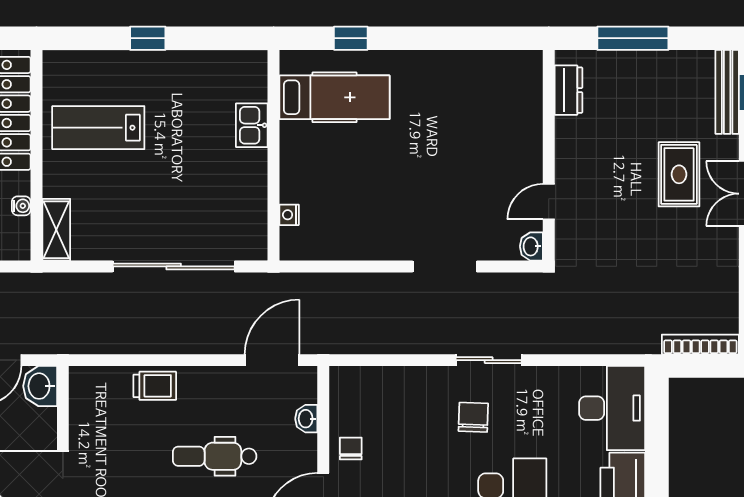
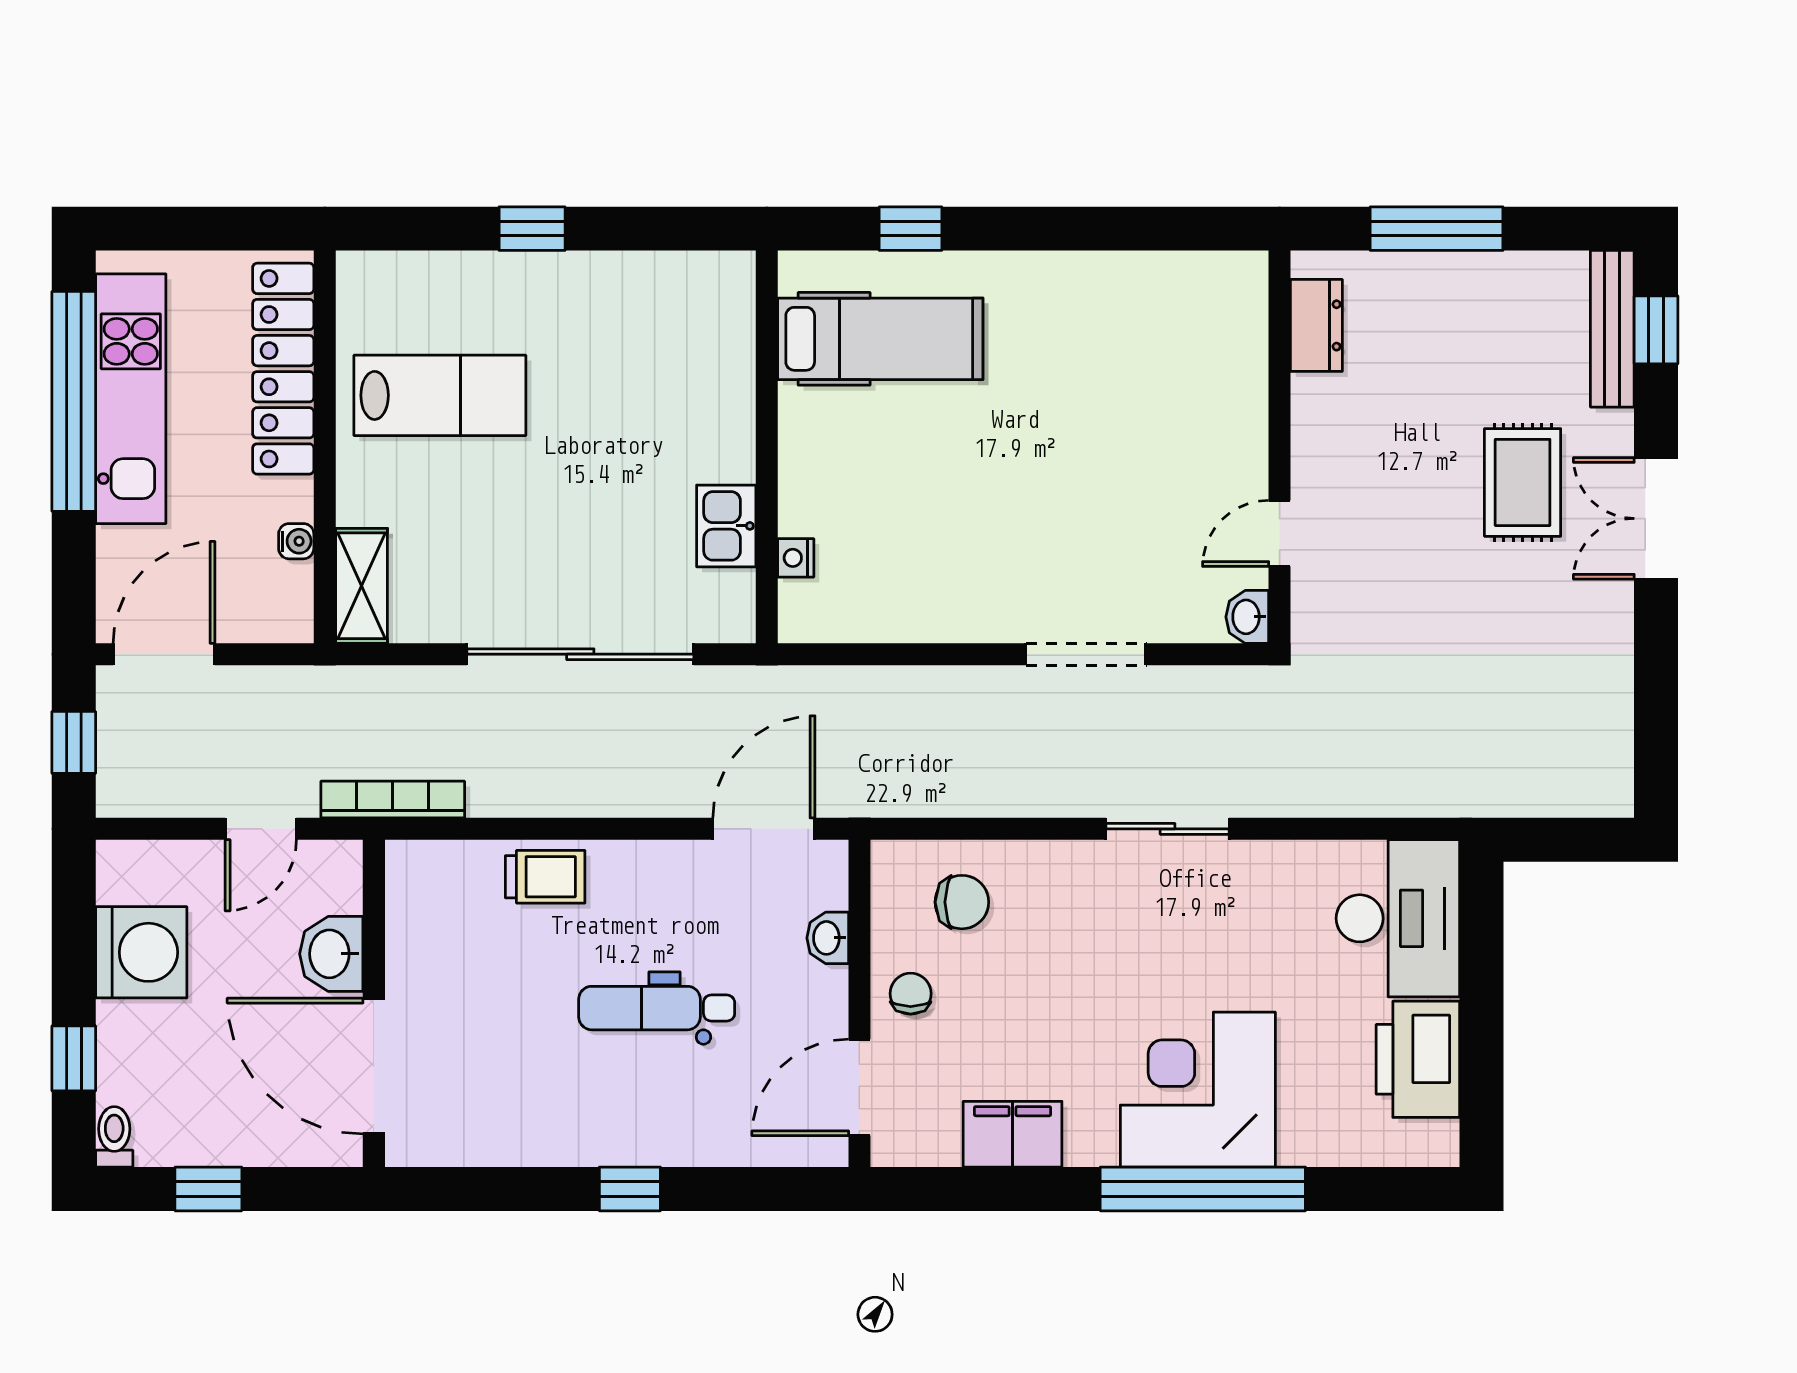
kitchen sink: (252, 125) -> (726, 526), moved
lab bench: (98, 128) -> (440, 395), turned 180
bookcase: (700, 344) -> (393, 800), moved
washbasin: (40, 386) -> (331, 954), moved
chair: (473, 417) -> (962, 902), moved, turned 88

